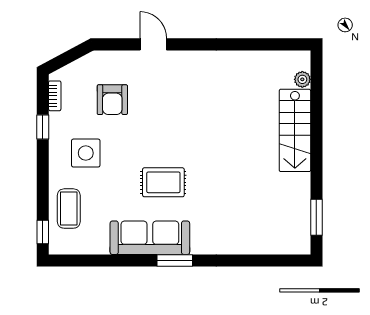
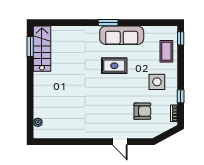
armchair: (112, 100) -> (142, 111), turned 90
stairs: (295, 130) -> (42, 49), moved

